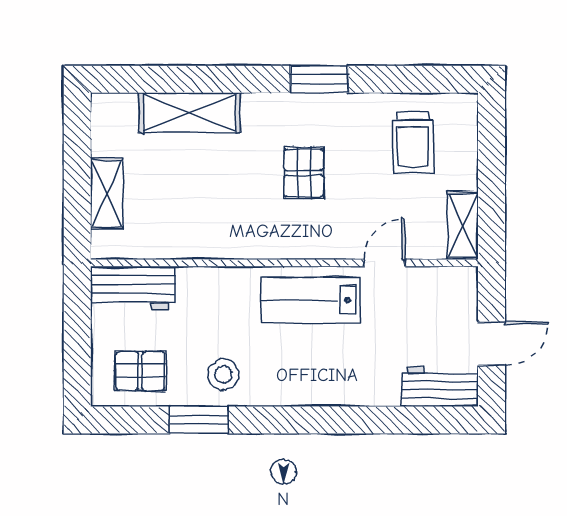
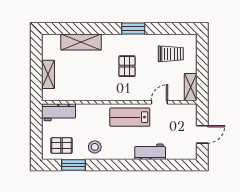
trolley: (413, 142) -> (171, 54), turned -90
workbench: (440, 387) -> (150, 152), moved
window: (199, 420) -> (74, 165), moved

